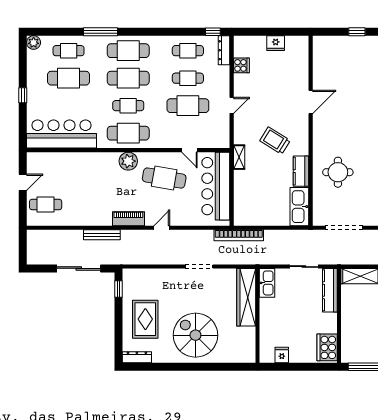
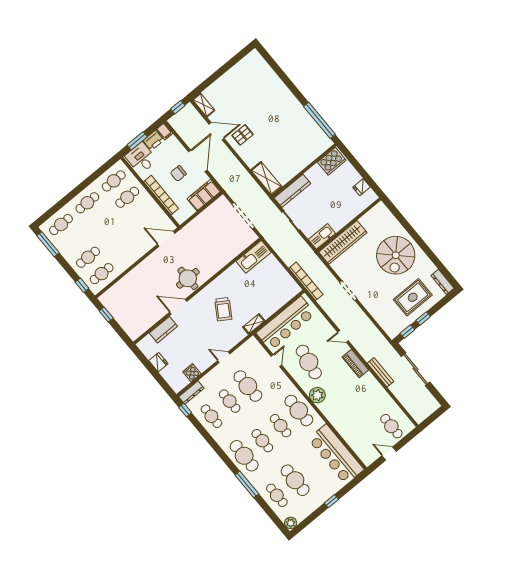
cafe table: (128, 78) -> (262, 441), width x0.73, depth x0.74
kitchen counter: (301, 171) -> (163, 330), moved
round table: (338, 172) -> (188, 278), moved
window: (118, 313) -> (423, 318), added

